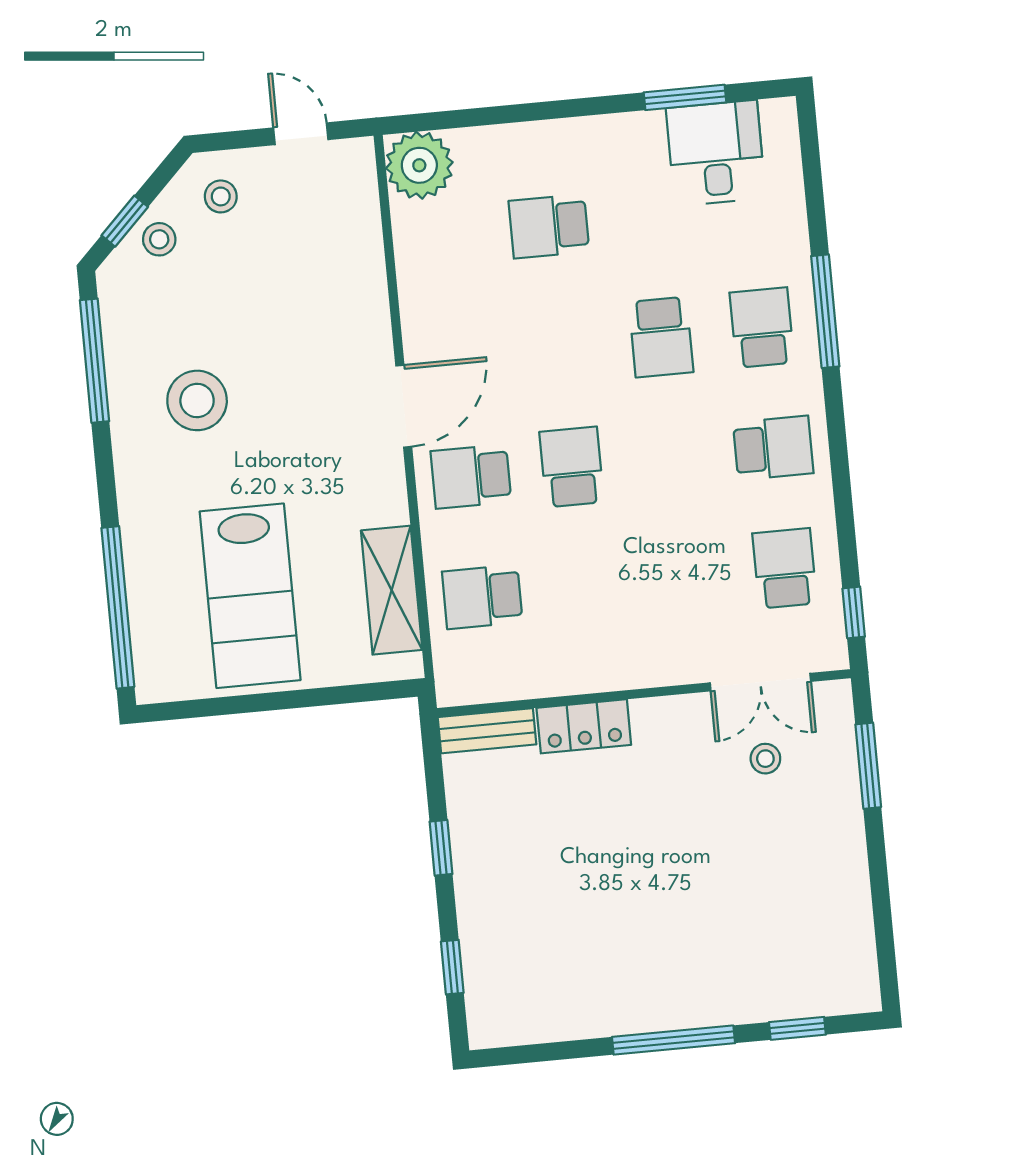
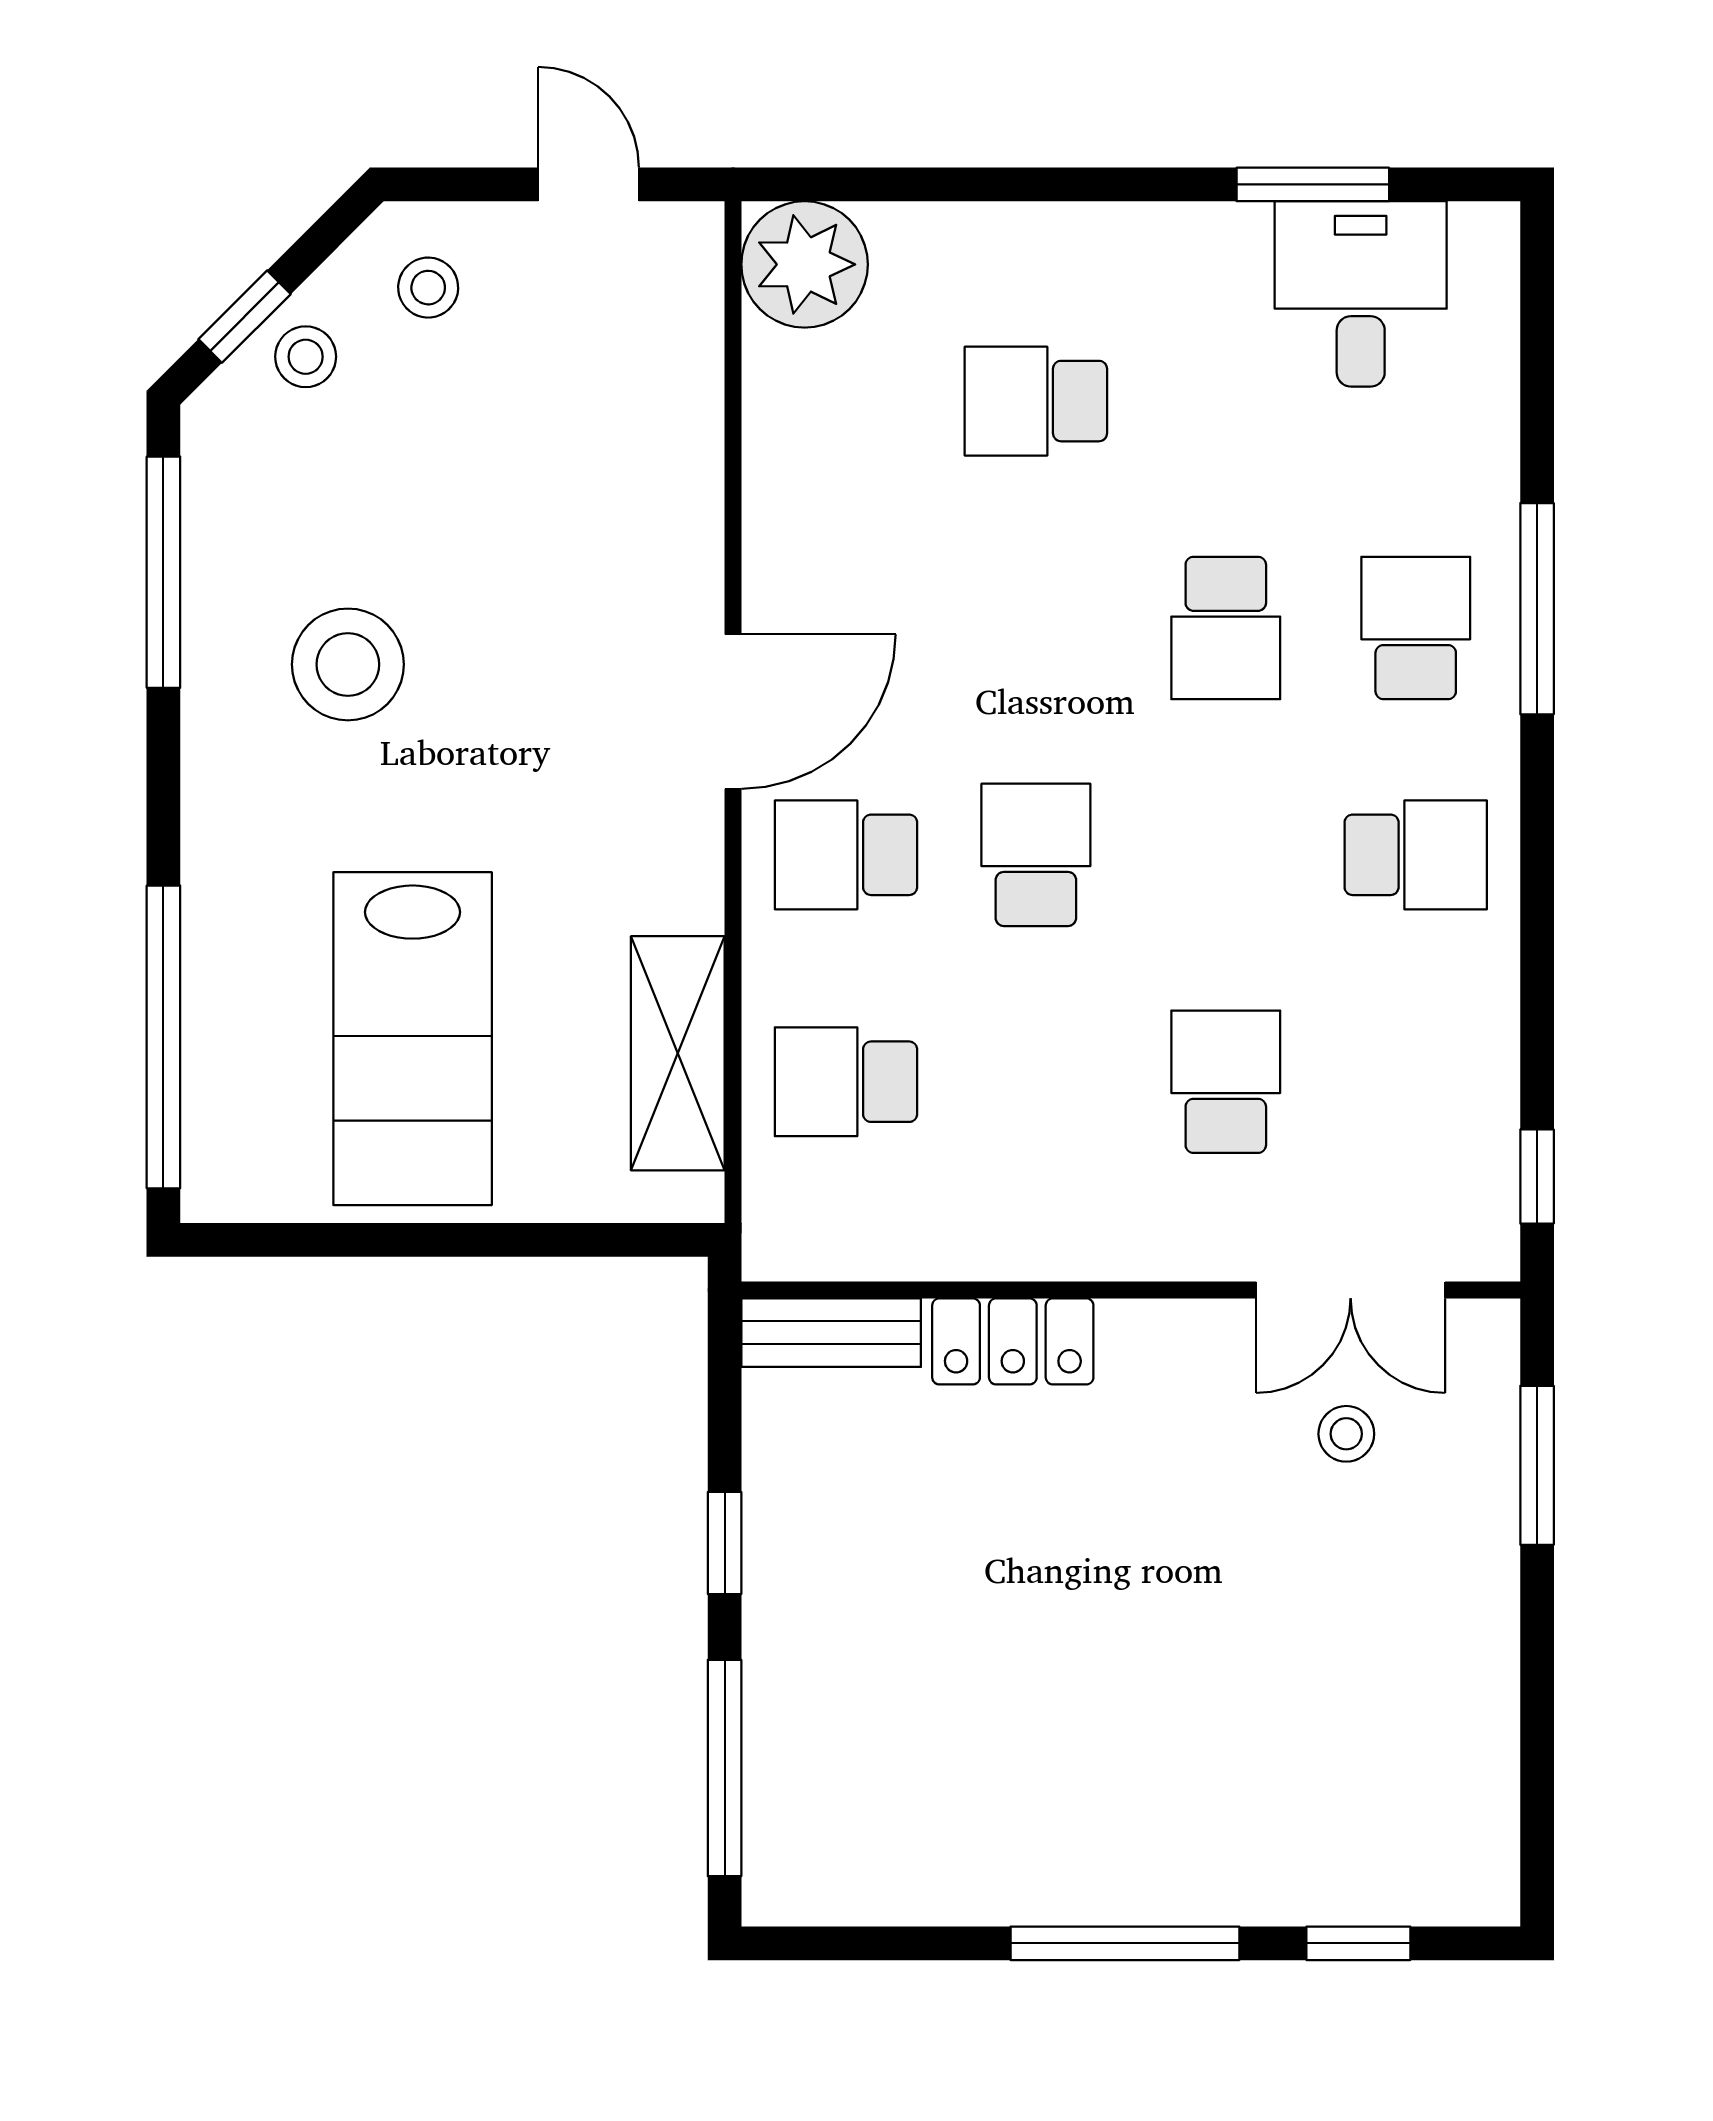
school desk: (785, 568) -> (1226, 1082), moved
window: (452, 967) -> (725, 1768), width x2.17

